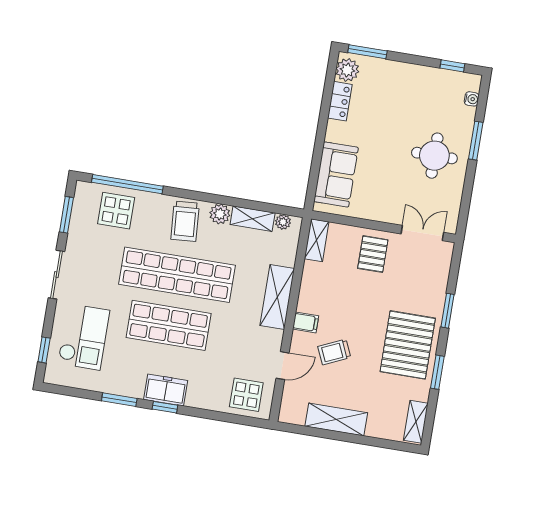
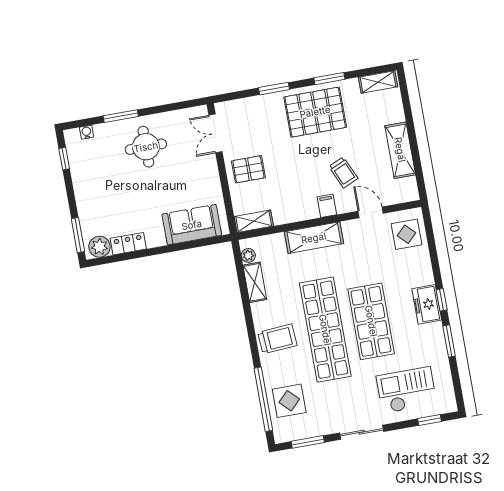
plant: (220, 214) -> (261, 312), removed

